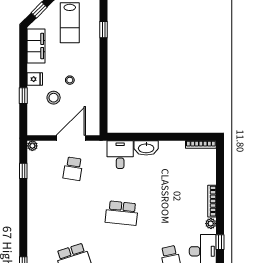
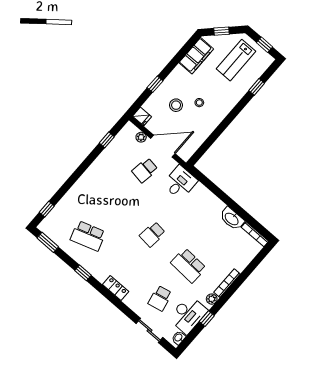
fridge: (35, 79) -> (142, 116), moved
plant: (32, 146) -> (141, 137), moved
washbasin: (146, 148) -> (232, 219), moved
desk: (120, 155) -> (180, 182), moved
school desk: (122, 213) -> (152, 234), width x0.54
school desk: (170, 213) -> (188, 265), added

